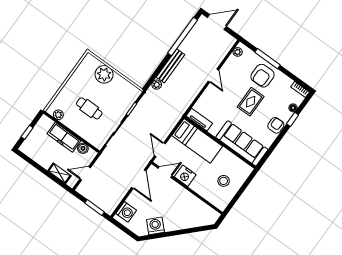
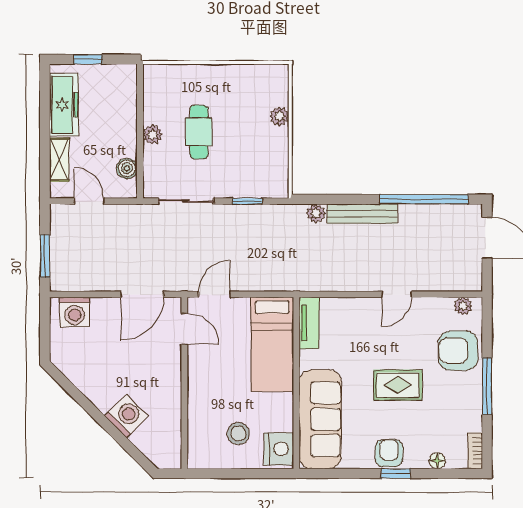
window: (267, 59) -> (487, 386), moved
plant: (104, 74) -> (279, 116), width x0.53, depth x0.53
armchair: (263, 76) -> (458, 351), moved
plant: (58, 115) -> (153, 135), moved
window: (293, 119) -> (396, 473), moved
armchair: (276, 125) -> (389, 453), turned -90
freezer: (64, 137) -> (64, 105), moved, turned 180
nightstand: (185, 176) -> (279, 449), moved, turned 180
washing machine: (155, 226) -> (126, 416), moved

